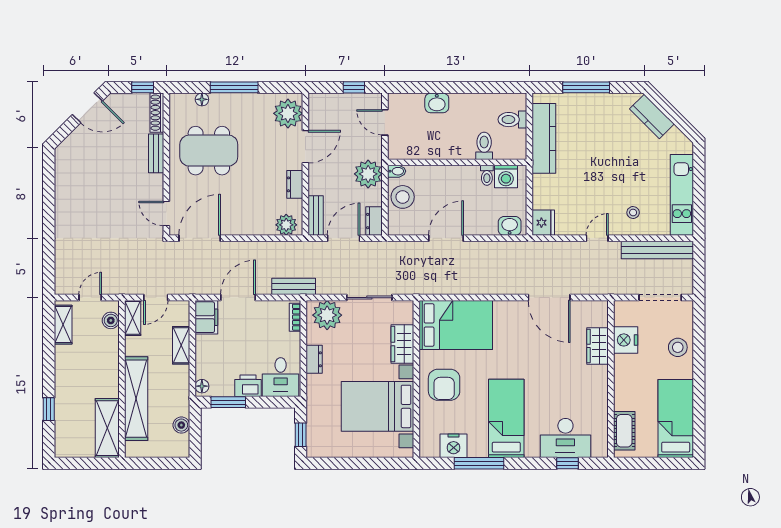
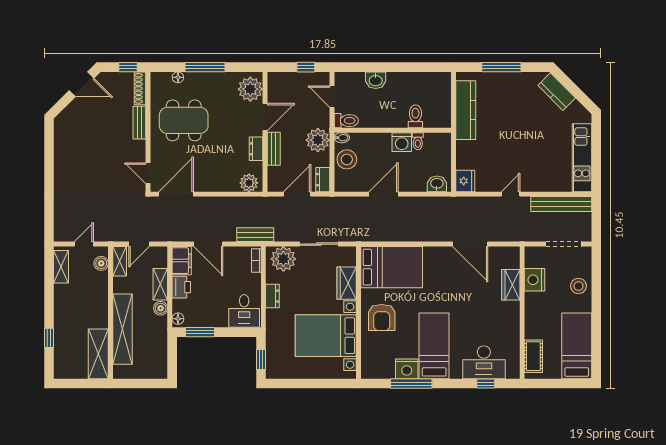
toilet: (512, 120) -> (346, 121), moved, turned 180
washing machine: (506, 176) -> (402, 142), moved
stool: (633, 213) -> (541, 172), removed
bench: (316, 216) -> (274, 149), moved
door: (238, 298) -> (208, 244), swing flipped
printer: (248, 386) -> (181, 287), moved, turned 90
boiler: (181, 425) -> (161, 308), moved
nightstand: (454, 446) -> (407, 369), moved

